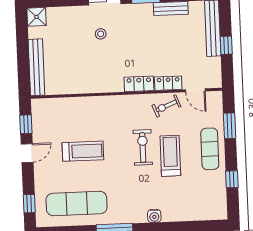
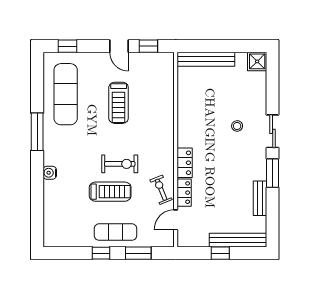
window: (232, 179) -> (101, 253), moved

